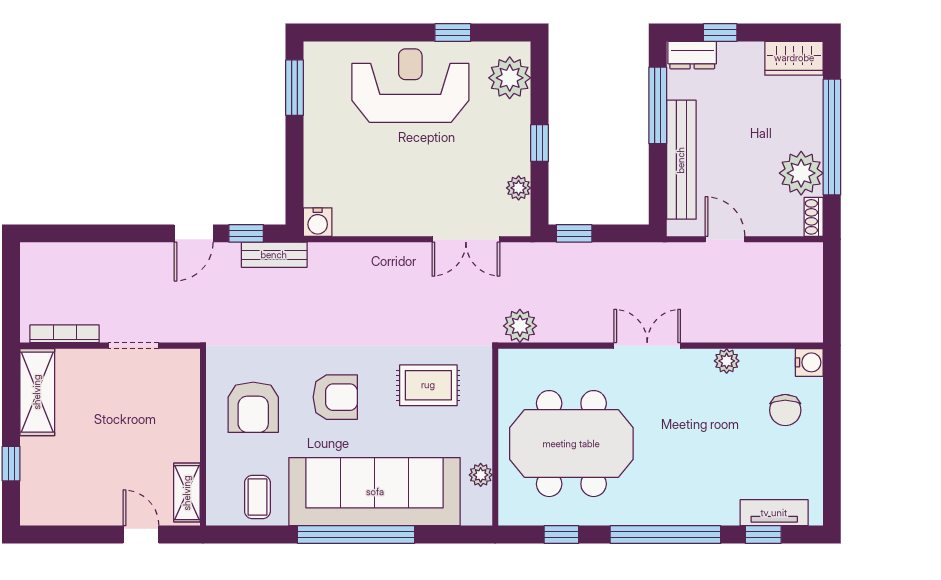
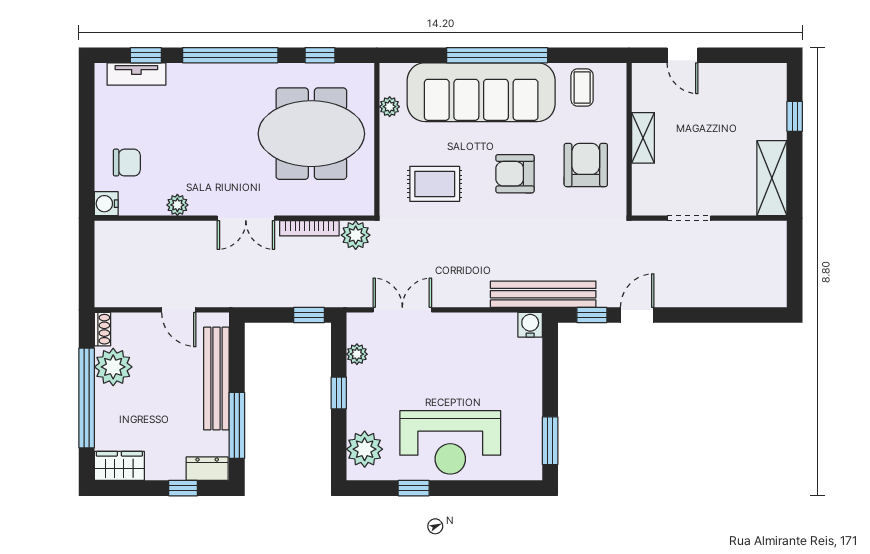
bench: (274, 255) -> (543, 294), width x1.86, depth x1.21
bookcase: (65, 334) -> (309, 228), moved
chair: (785, 410) -> (127, 163), turned 90
shelving: (187, 493) -> (643, 138), moved

